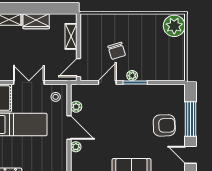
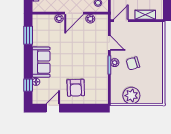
plant: (174, 26) -> (131, 96), moved
chair: (117, 51) -> (133, 63), moved
door: (78, 68) -> (121, 21), hinge flipped
window: (190, 119) -> (81, 108), removed

